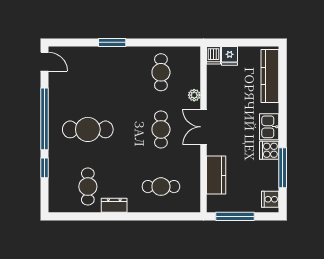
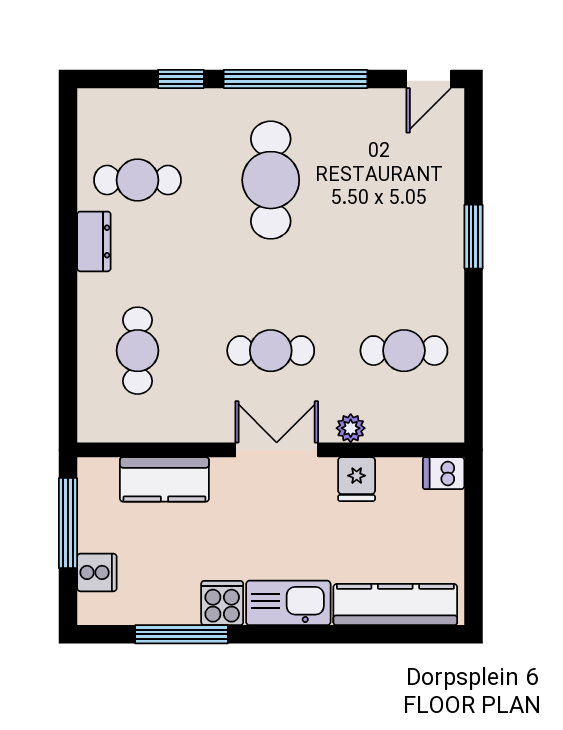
fridge: (230, 56) -> (357, 479), moved, turned -90
kitchen sink: (269, 127) -> (288, 603), width x1.38
cooker: (270, 199) -> (97, 572), moved, turned 90

